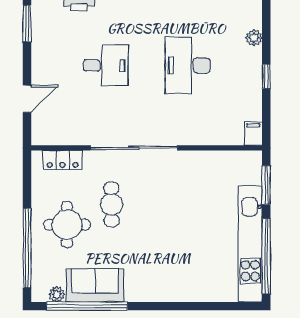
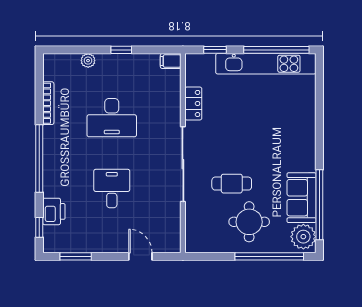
locker: (63, 160) -> (193, 103), moved
window: (266, 185) -> (215, 50), width x0.67
plant: (57, 294) -> (303, 237), width x1.88, depth x1.88

